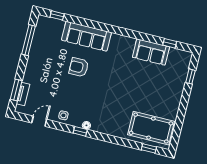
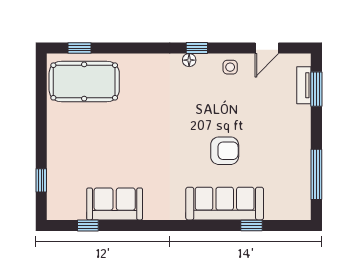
window: (57, 15) -> (251, 225), moved

